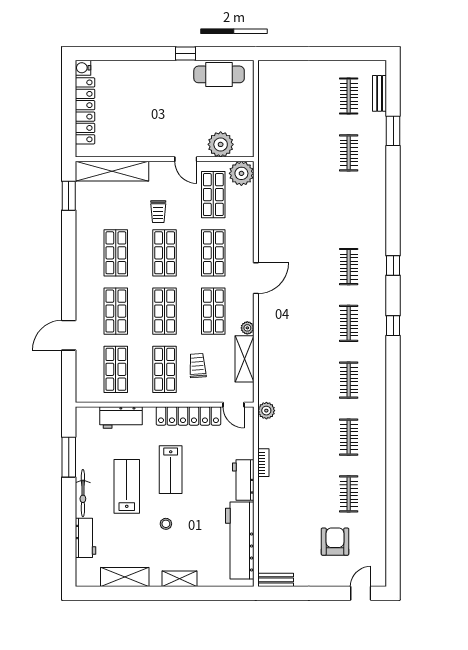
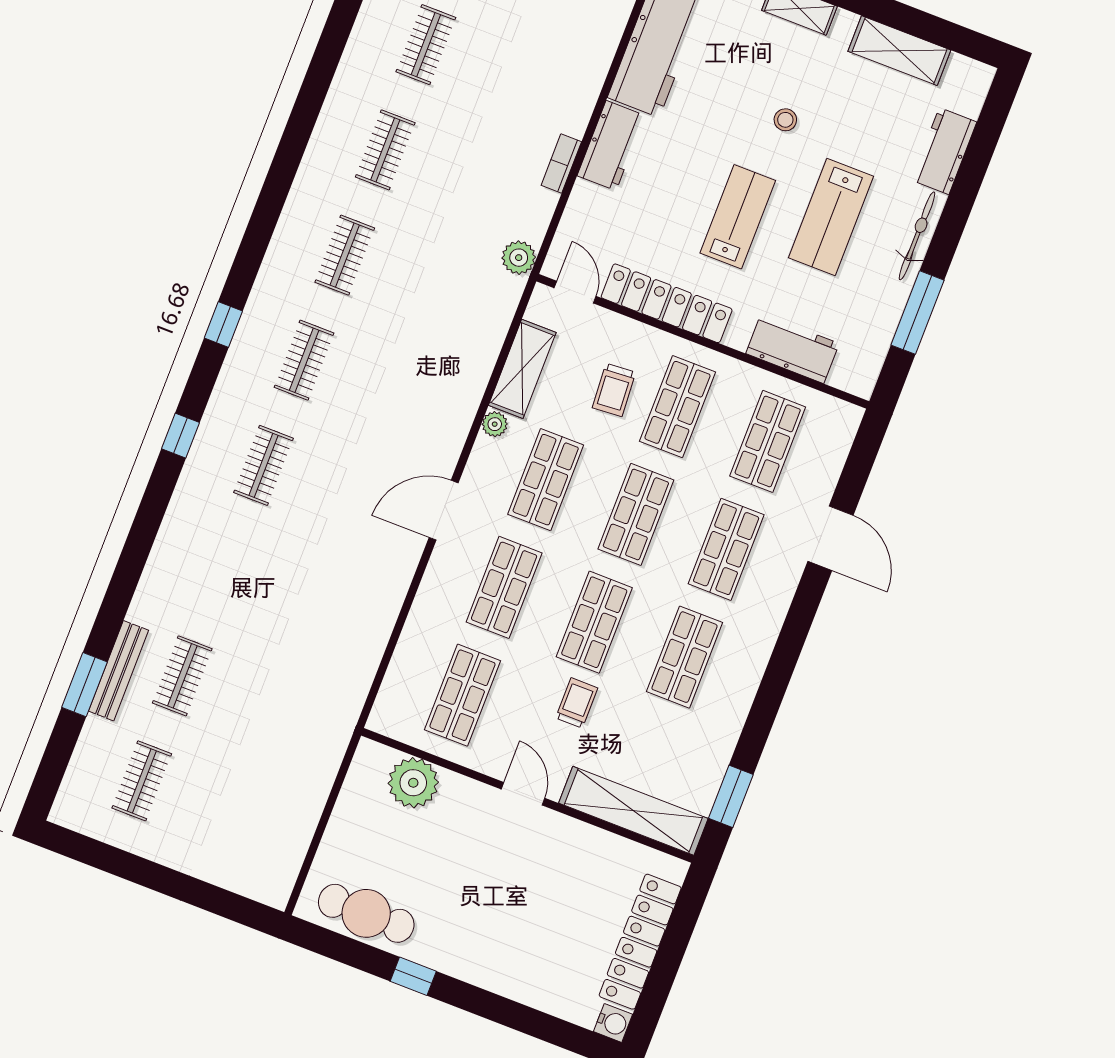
bench: (380, 93) -> (119, 671), moved, width x1.36
door: (186, 159) -> (523, 794), moved
plant: (241, 173) -> (395, 714), removed
door: (69, 335) -> (830, 538), hinge flipped

